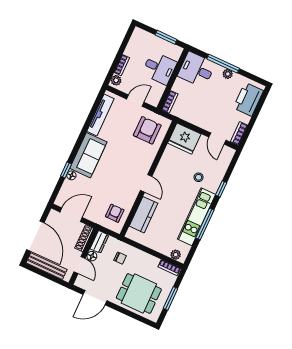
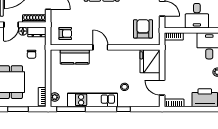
armchair: (147, 130) -> (143, 29), turned -90
door: (217, 139) -> (162, 88), hinge flipped
door: (146, 183) -> (100, 47), swing flipped
window: (205, 224) -> (71, 109), moved

